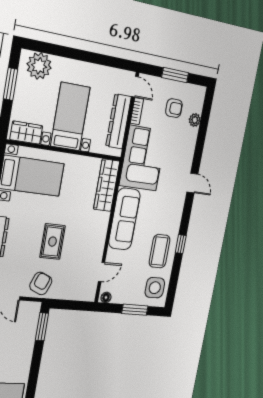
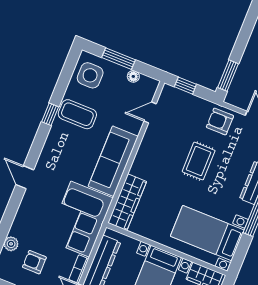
coffee table: (160, 251) -> (77, 114), turned 90
armchair: (41, 283) -> (220, 122), turned 68
floor lamp: (106, 297) -> (133, 76), moved
window: (76, 305) -> (185, 86), added

